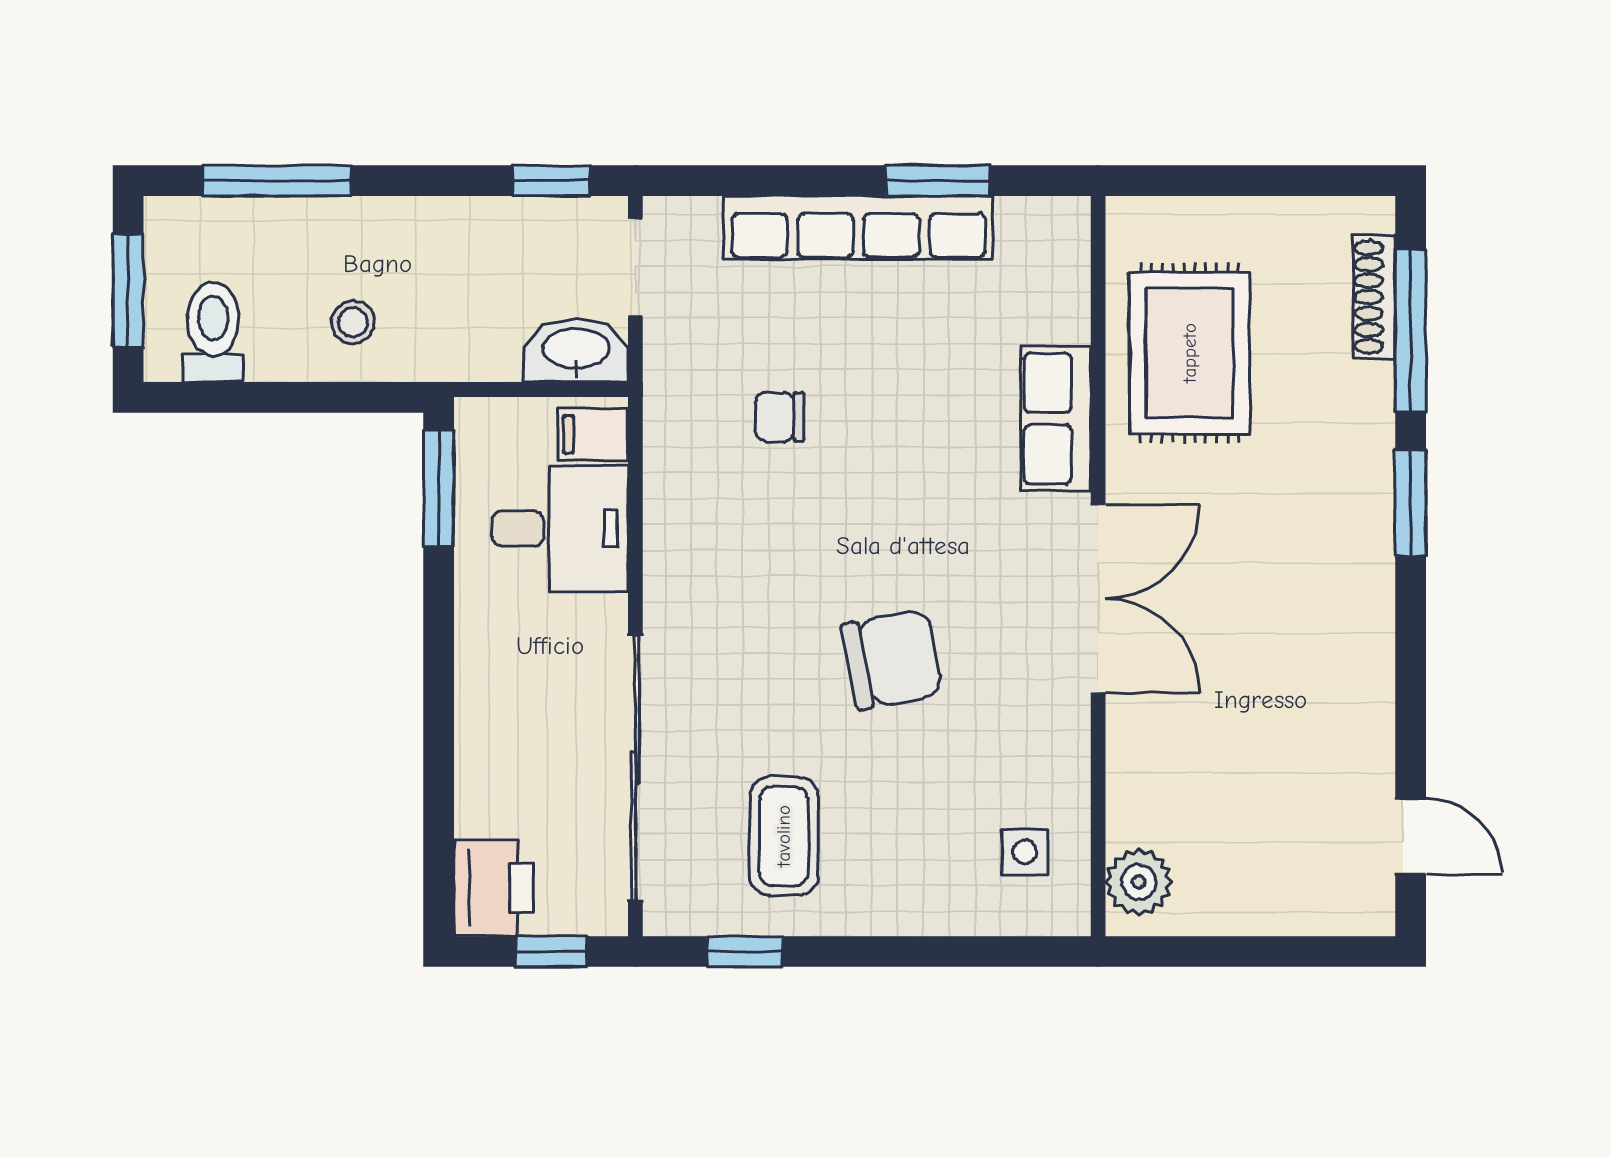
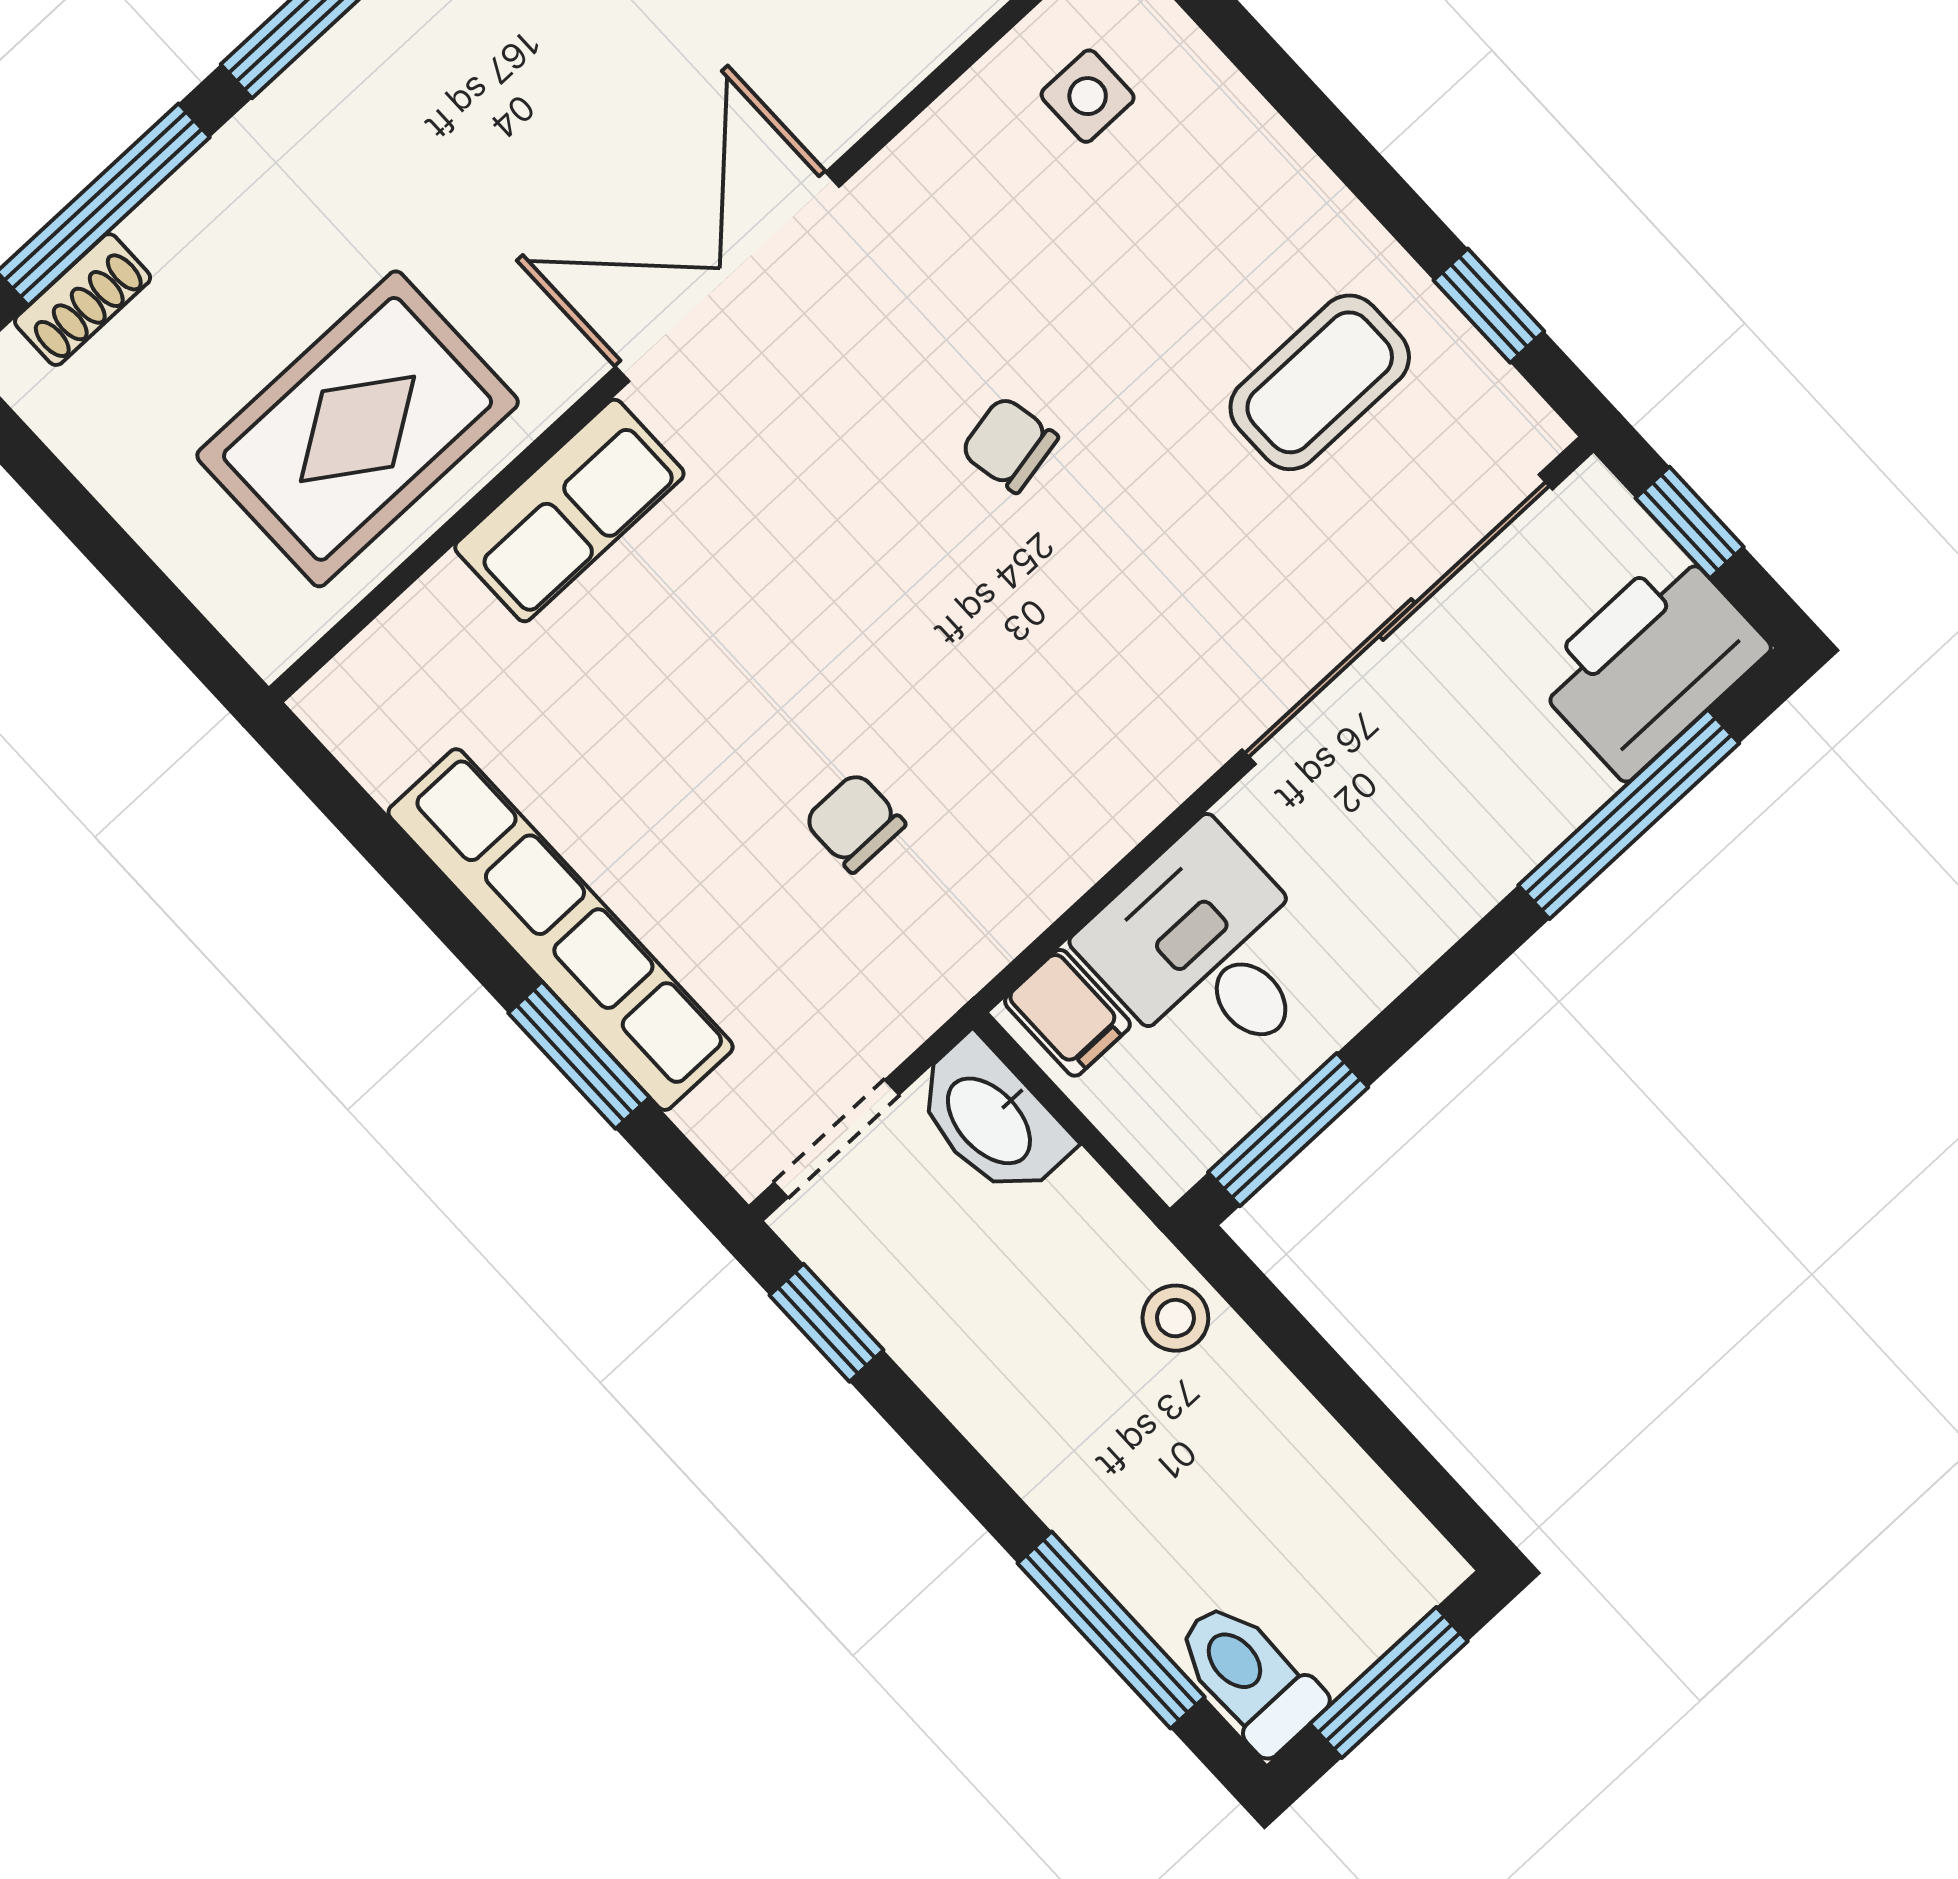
window: (938, 181) -> (579, 1055), moved
shoe rack: (1374, 297) -> (83, 300), width x0.70
stool: (353, 322) -> (1175, 1318), moved
toilet: (213, 332) -> (1249, 1676), moved, turned 90
chair: (779, 417) -> (855, 822), turned 180
chair: (892, 659) -> (1009, 444), width x0.54, depth x0.54
window: (439, 792) -> (1629, 814), added
printer: (494, 888) -> (1651, 663), width x1.37, depth x1.19

